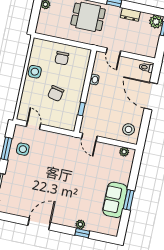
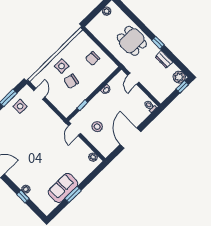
side table: (35, 72) -> (62, 66), moved
door: (151, 96) -> (130, 138), moved
stool: (129, 129) -> (97, 127), moved

